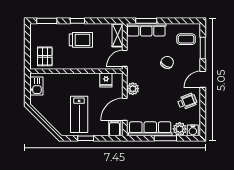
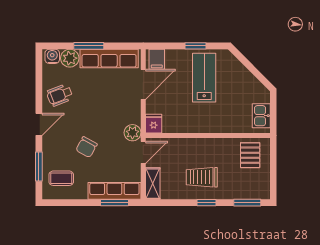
fridge: (106, 80) -> (154, 124), moved
plant: (133, 89) -> (132, 133), moved

